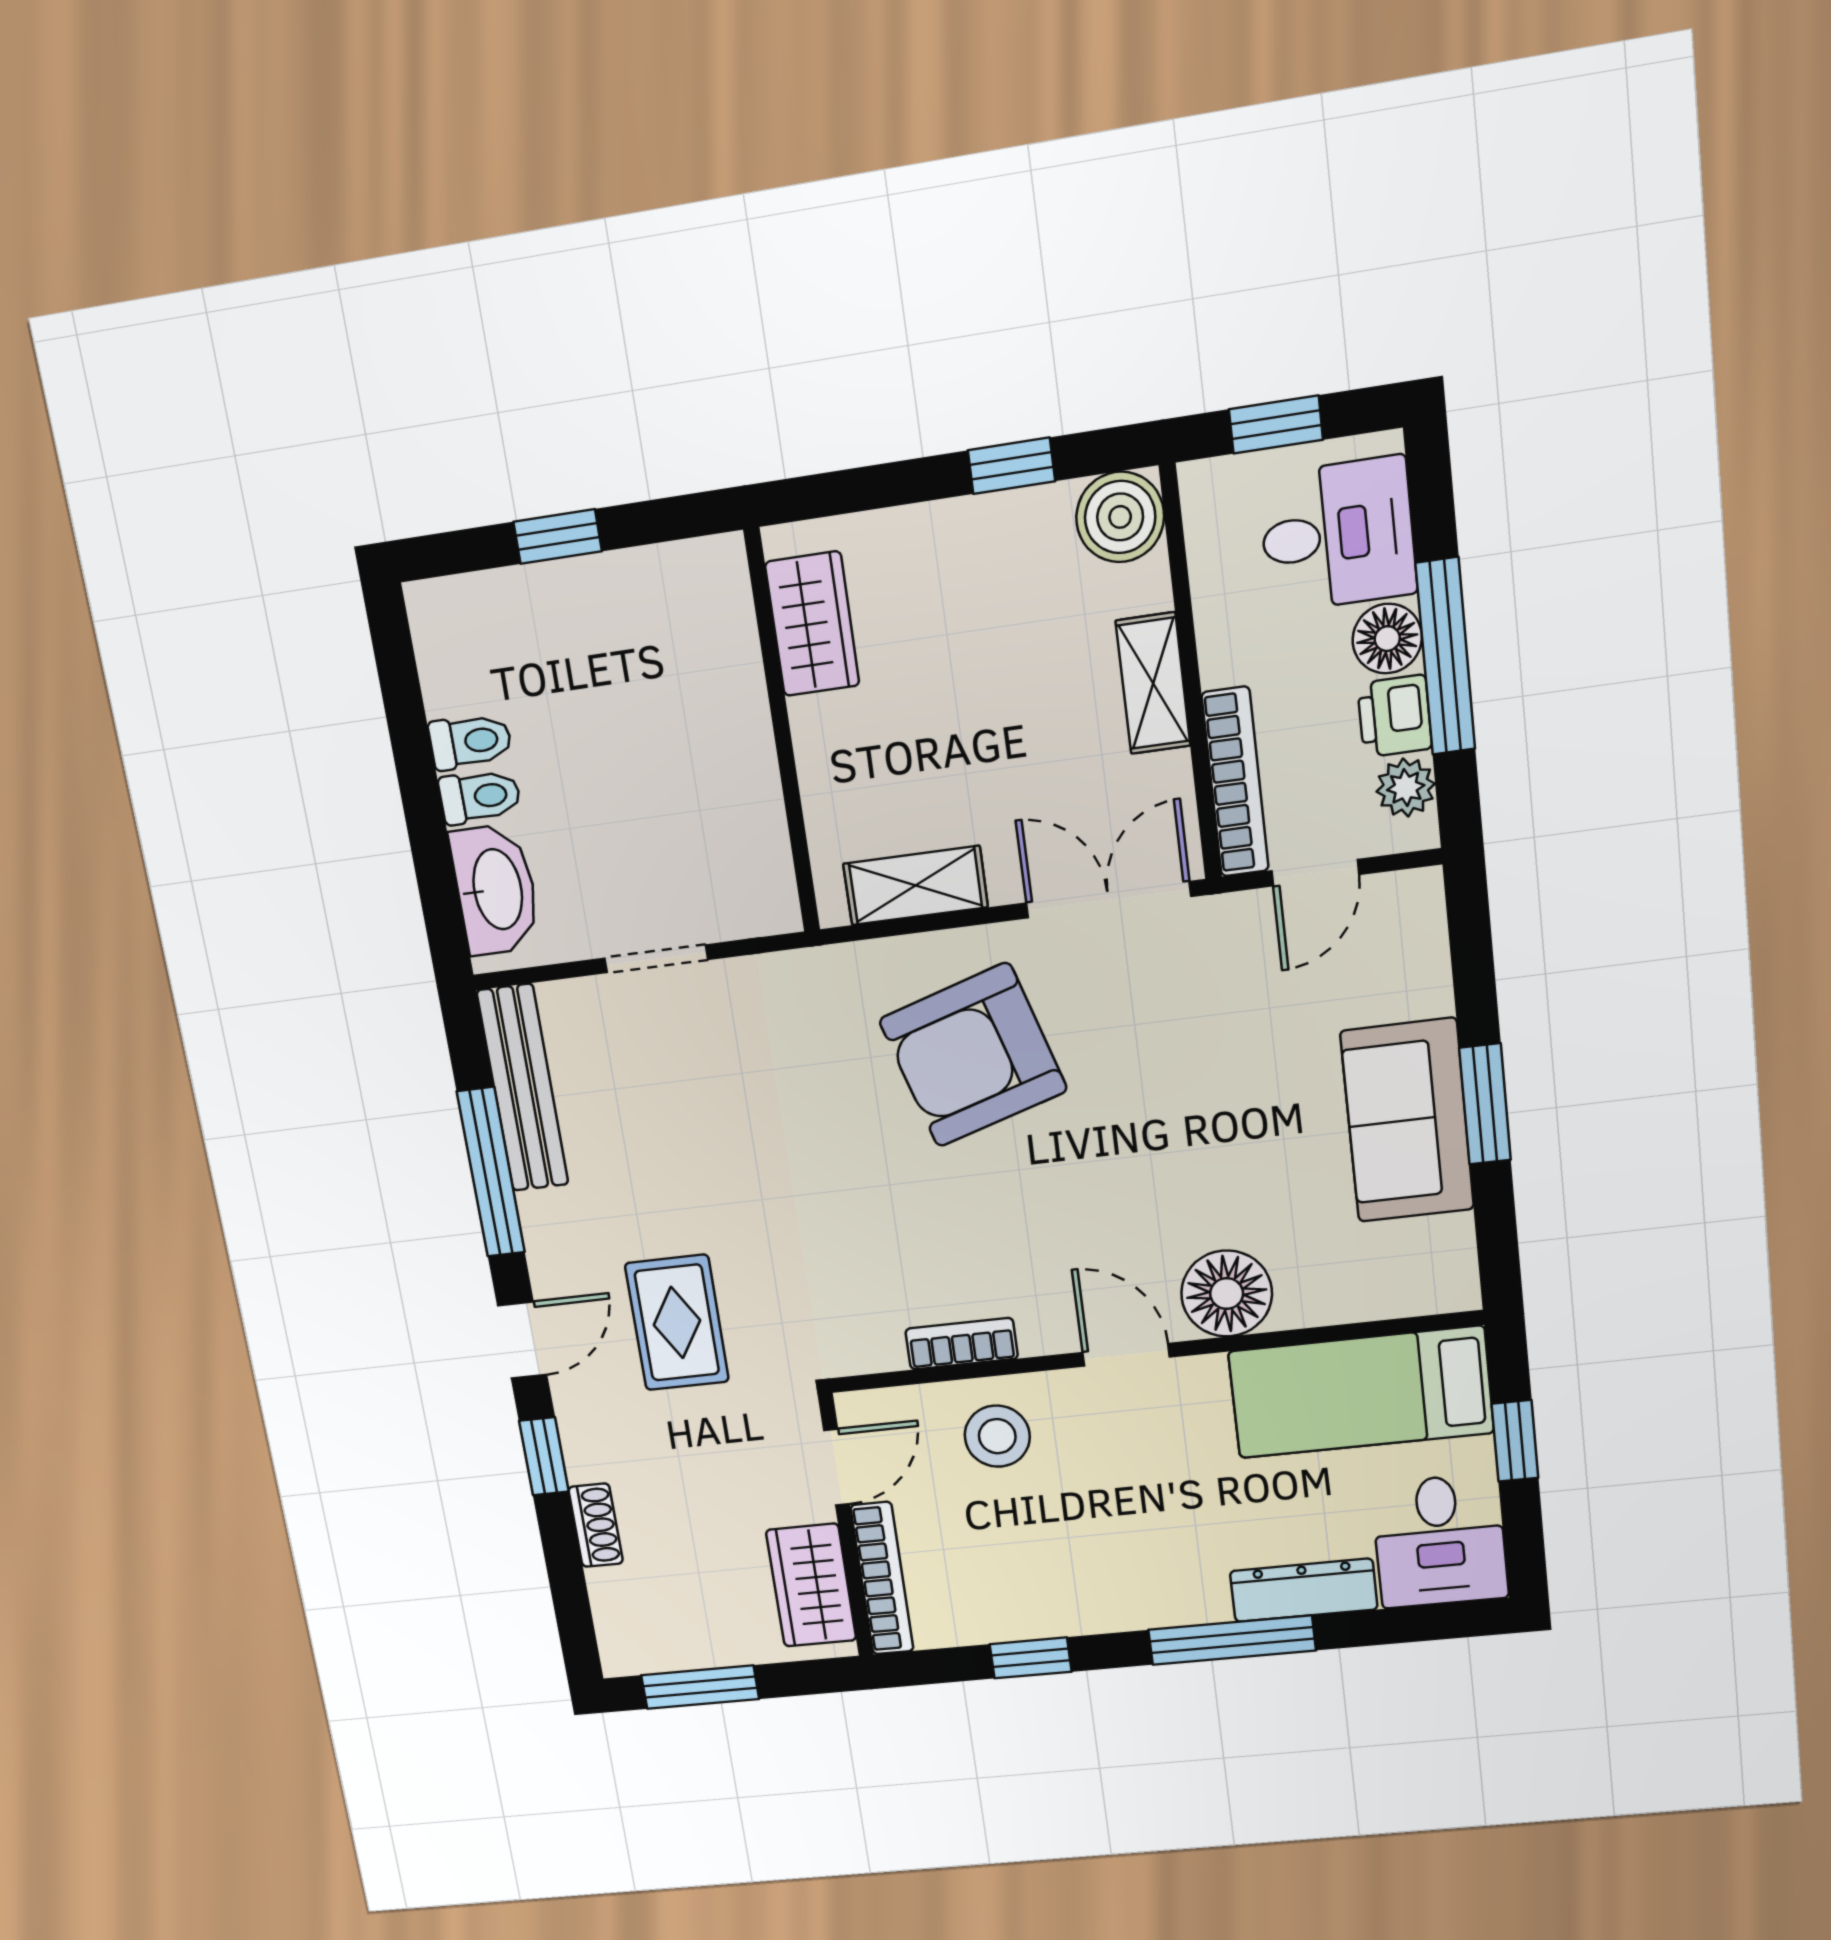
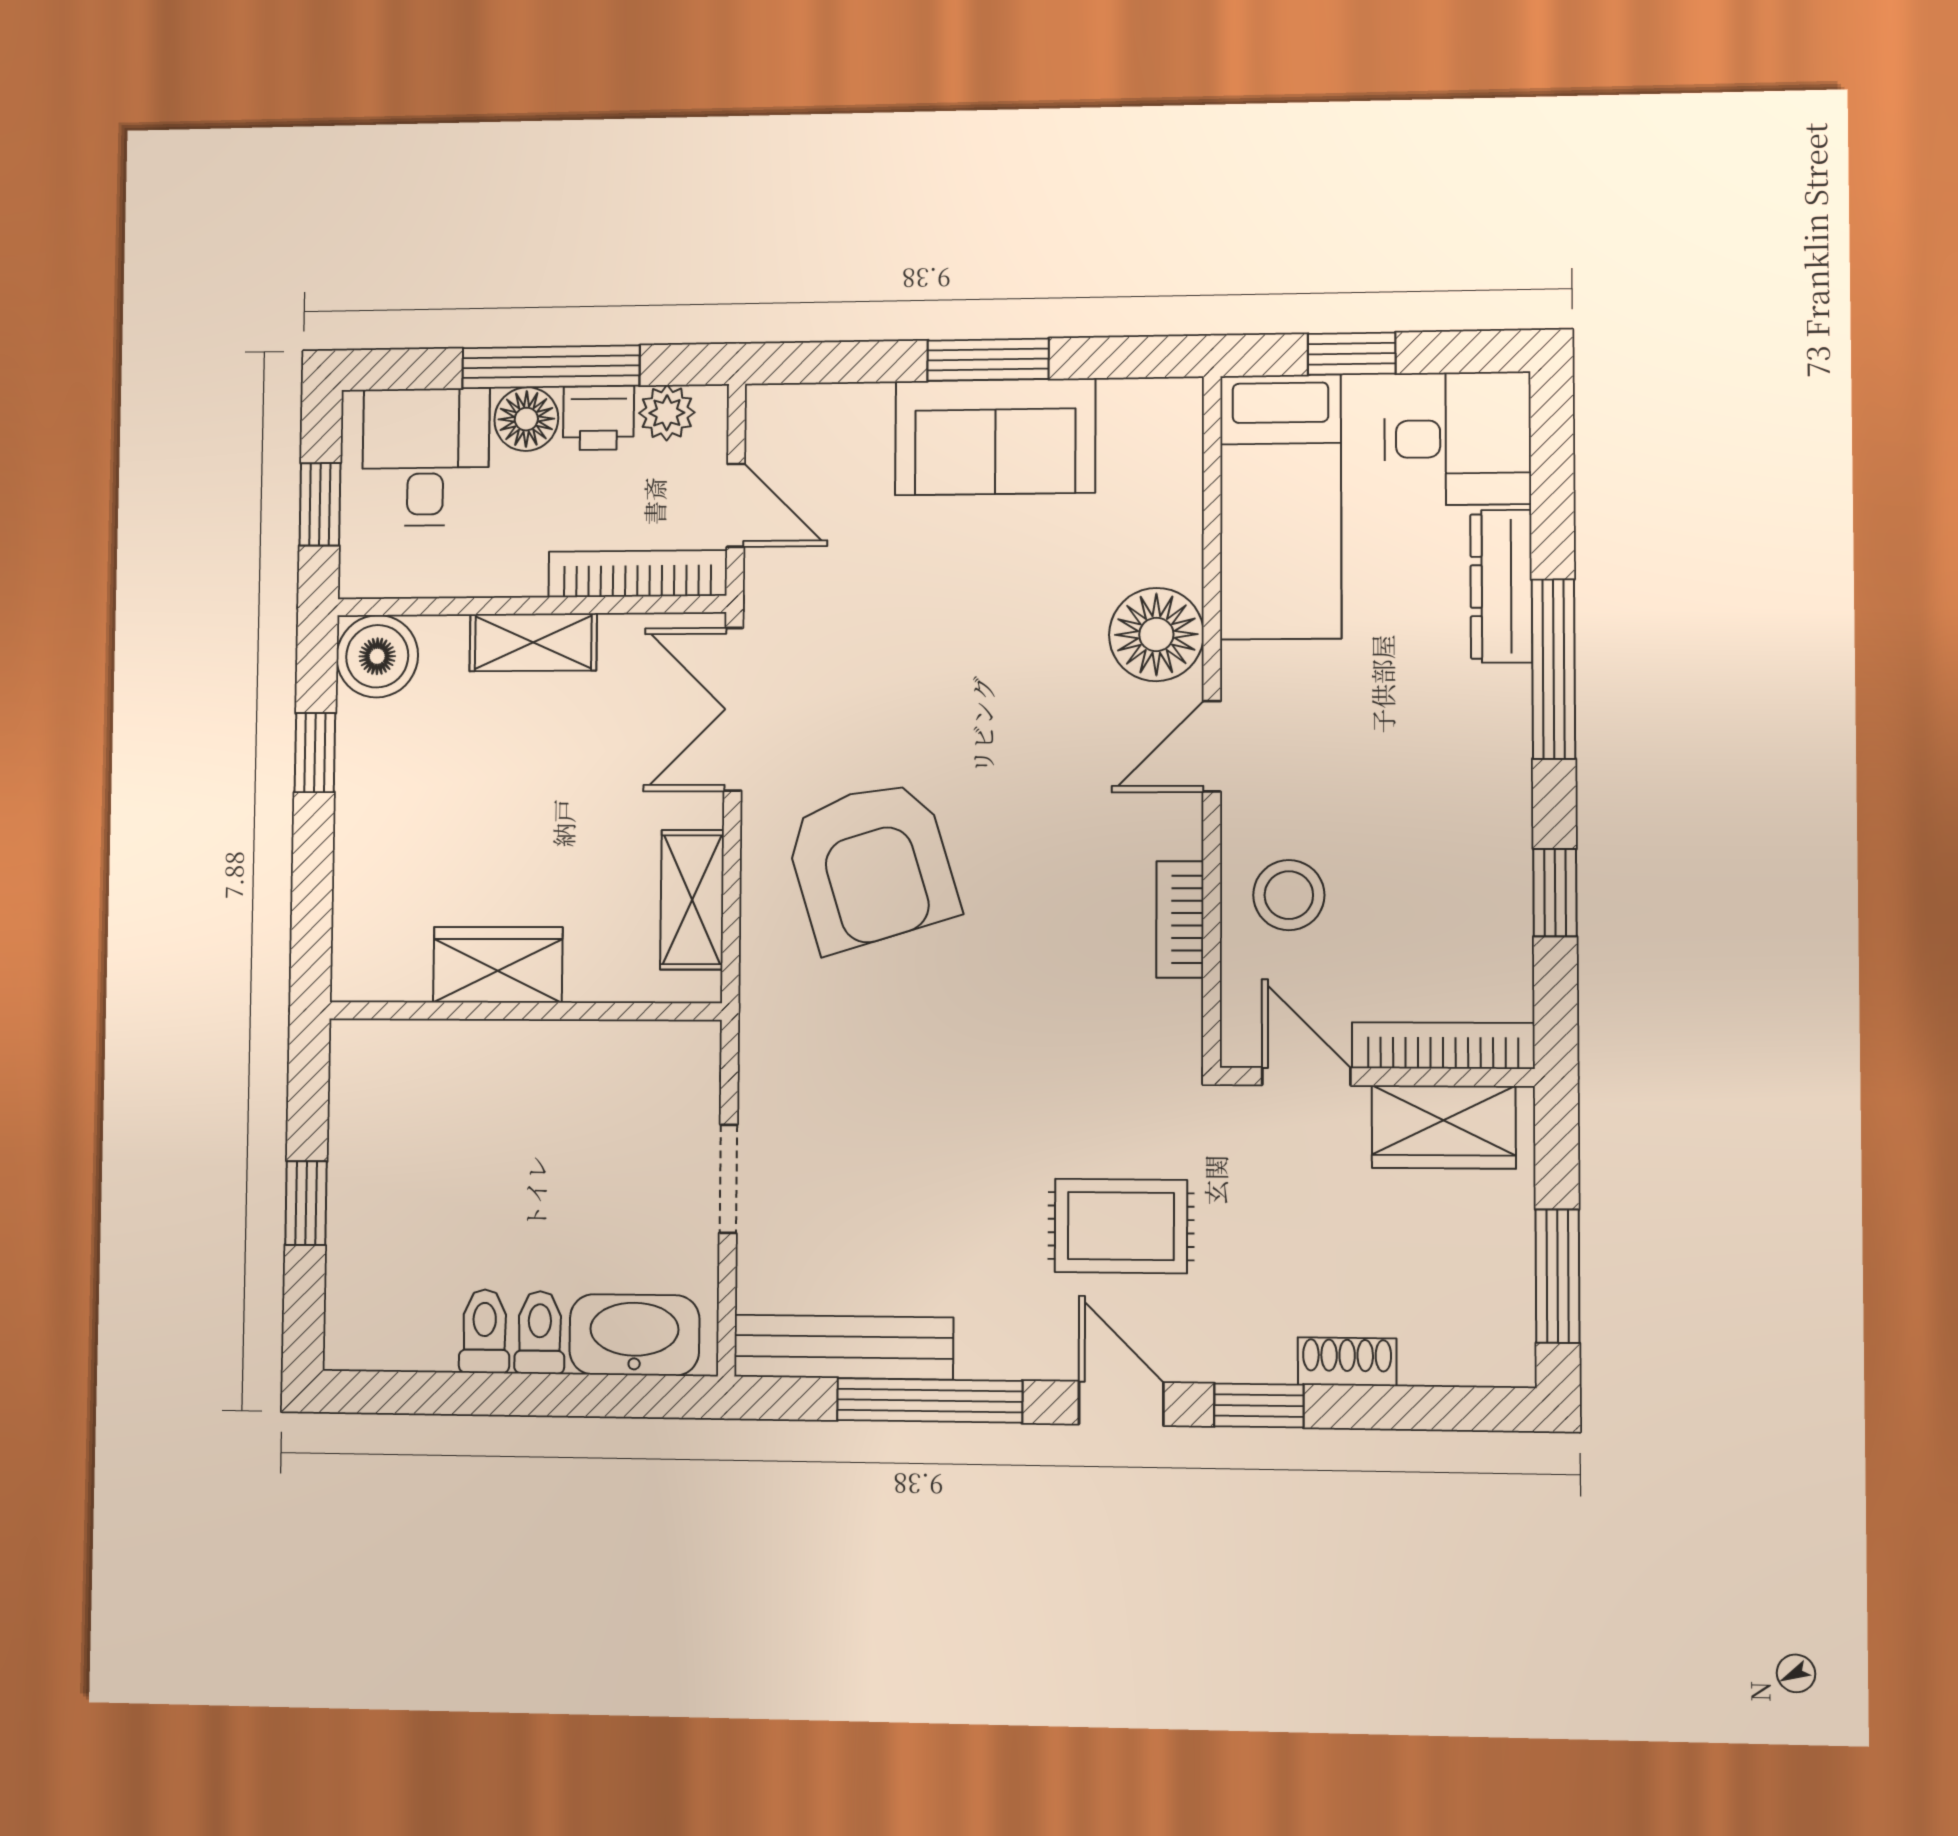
wardrobe: (812, 624) -> (498, 965), moved

